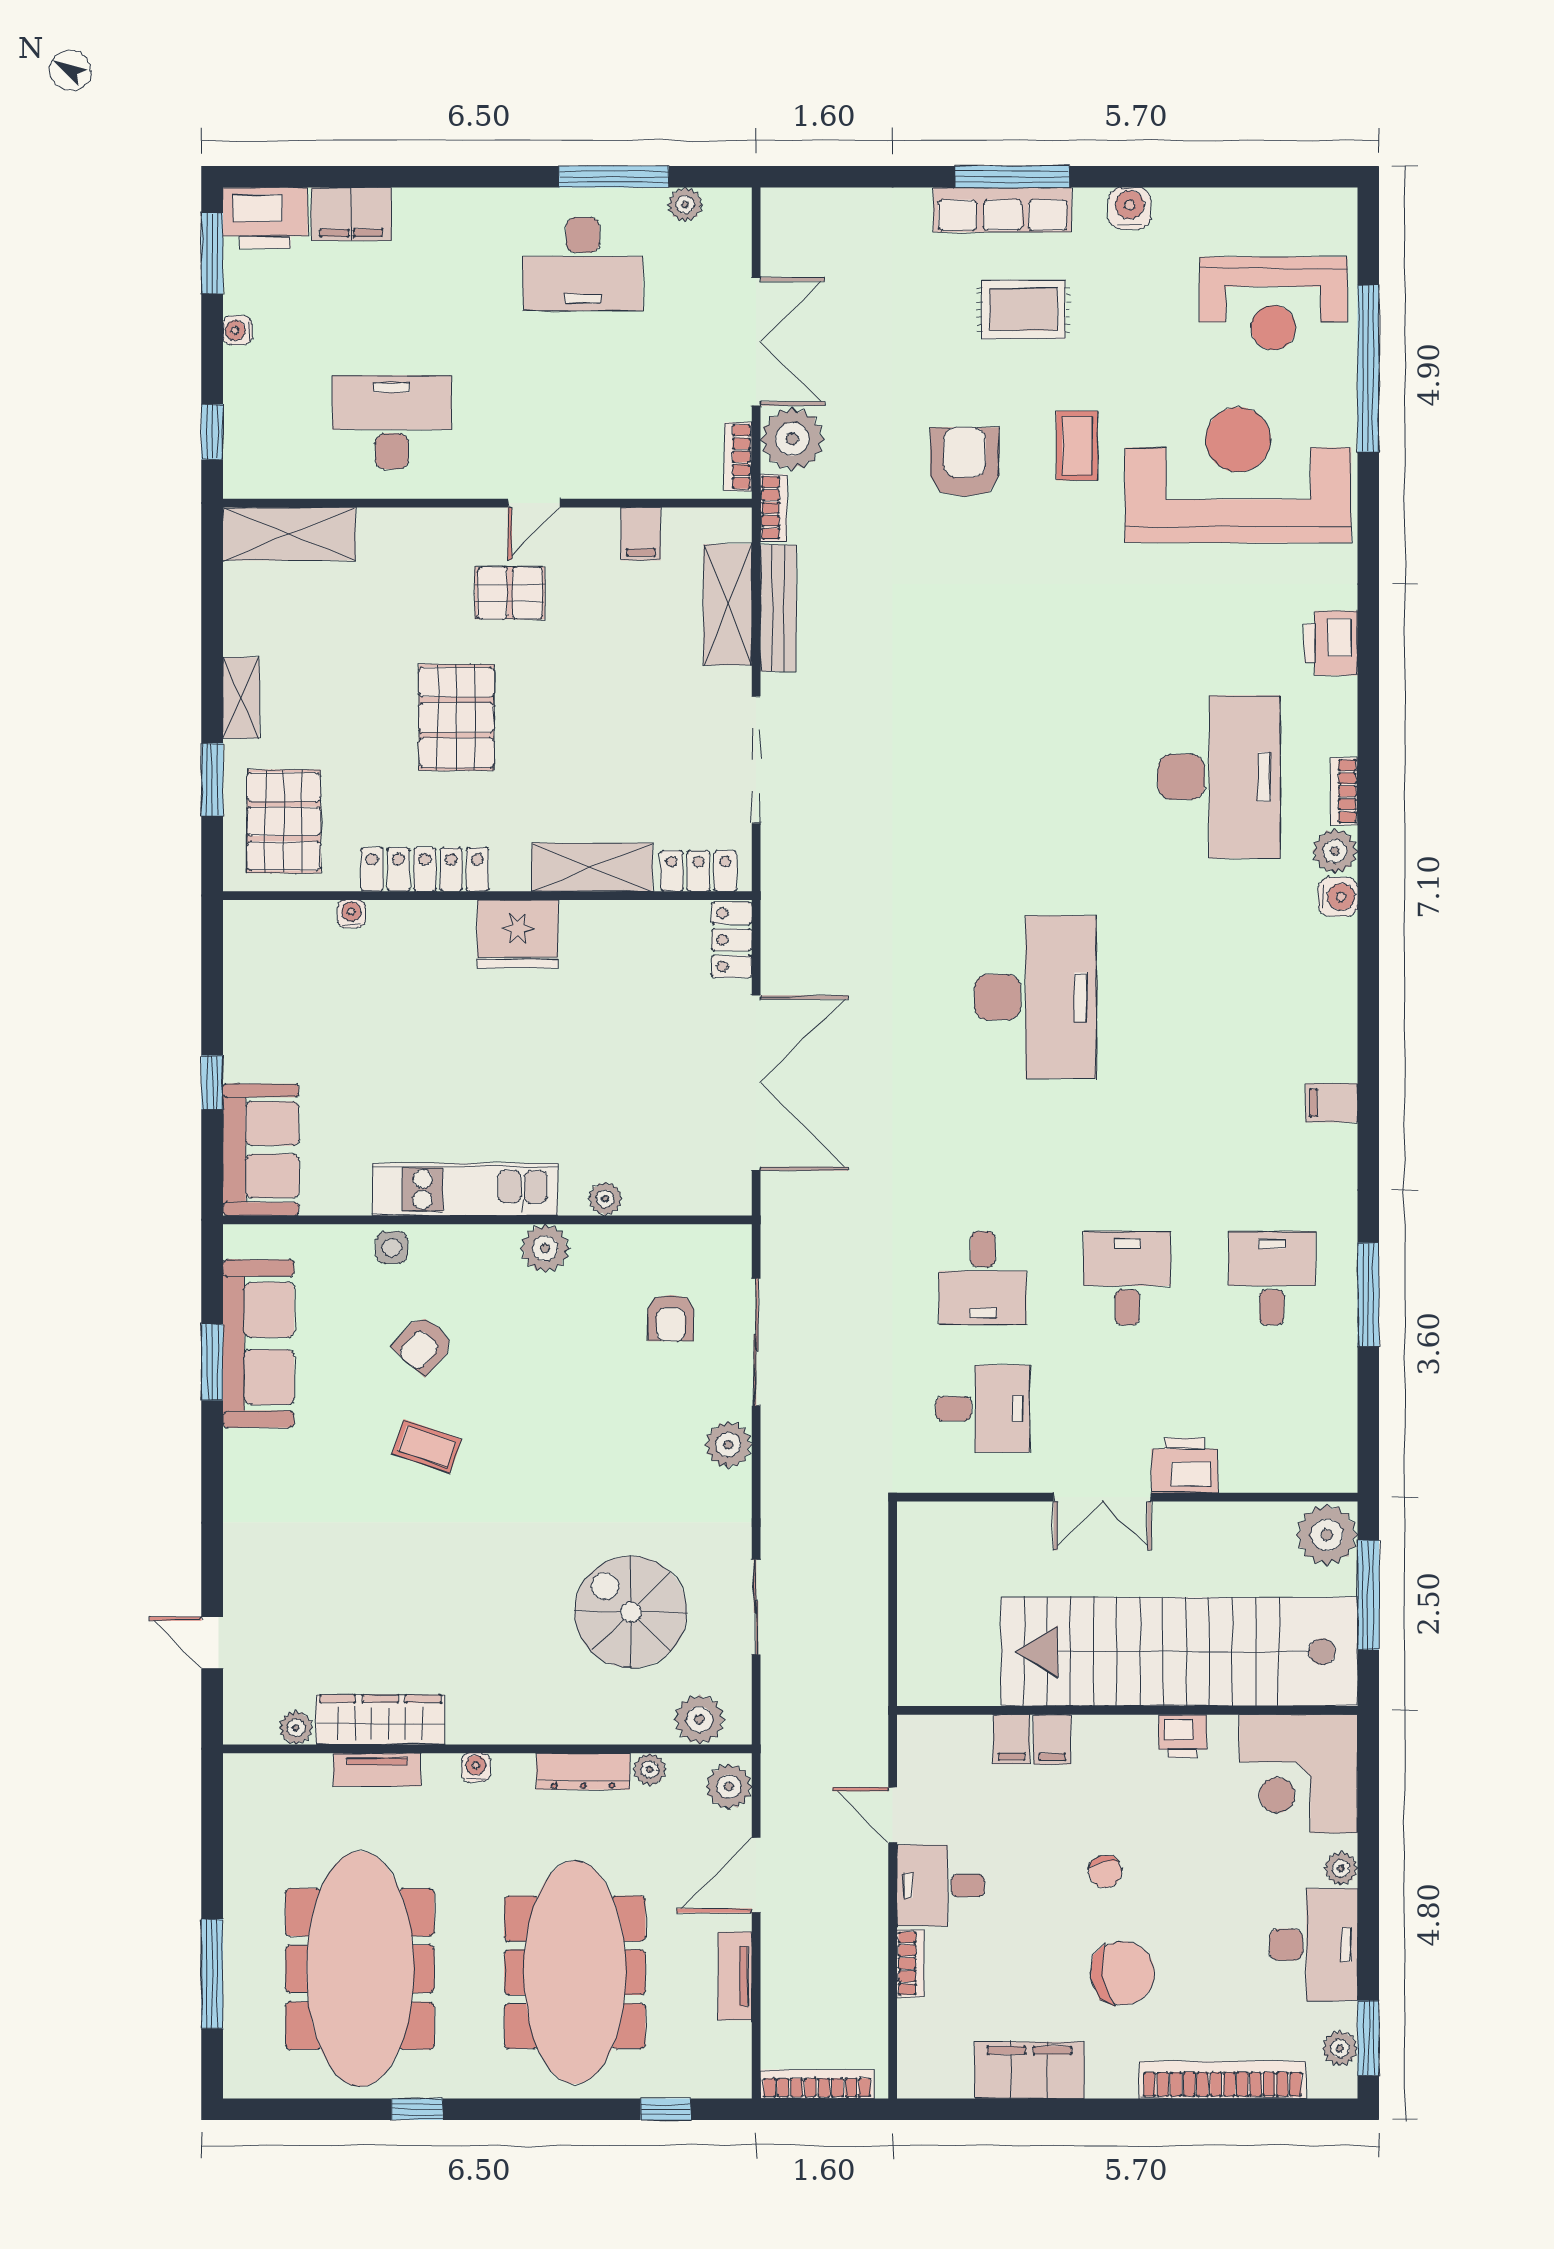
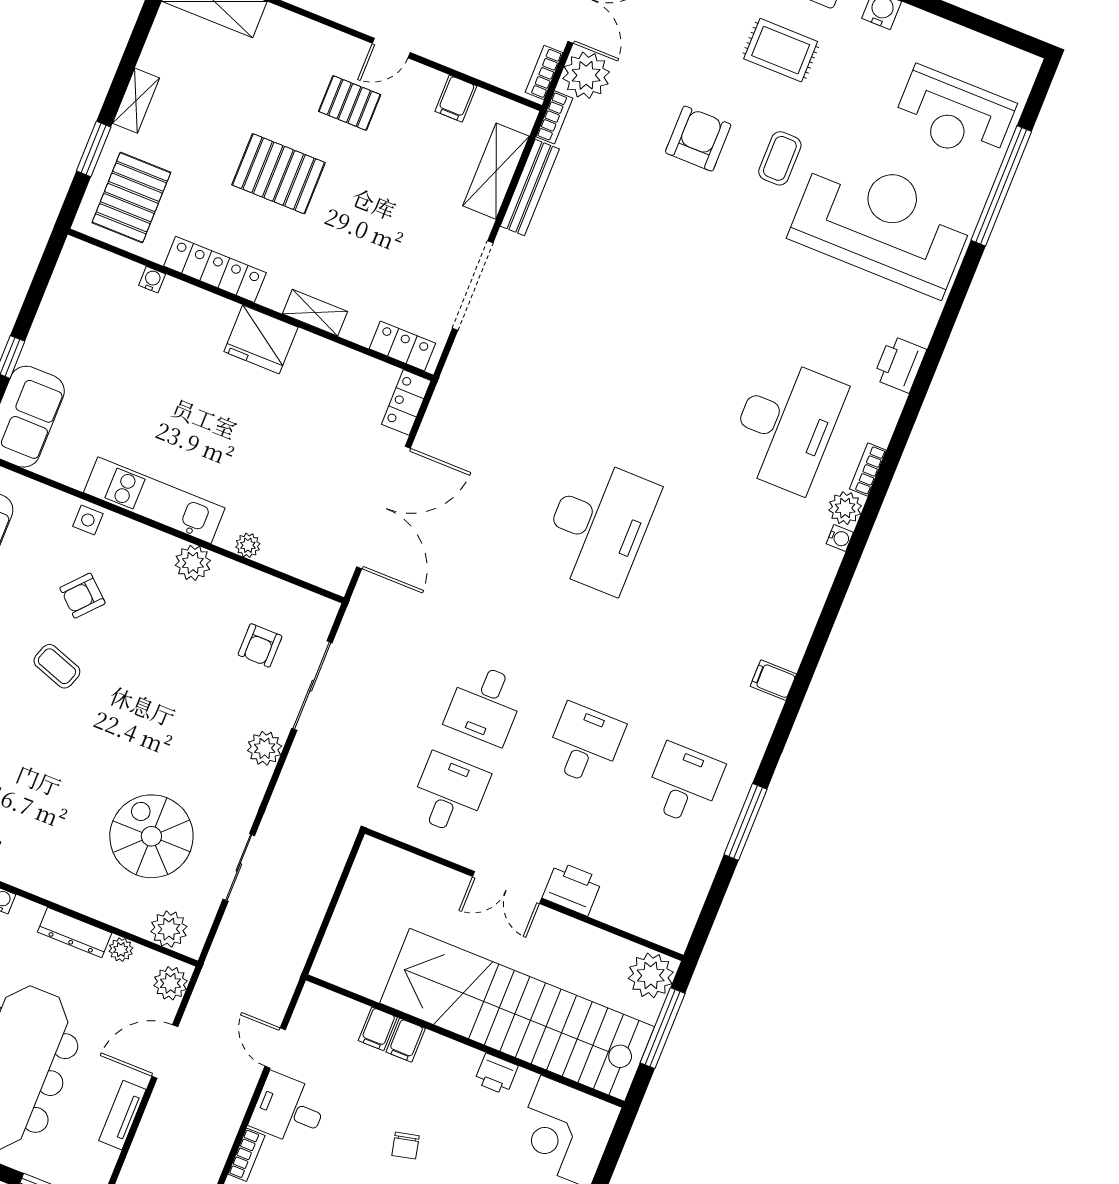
pallet: (456, 717) -> (279, 174), turned 90
shelving: (592, 867) -> (315, 313), width x0.67, depth x0.75
water cooler: (1338, 897) -> (840, 538), width x0.72, depth x0.72
desk: (983, 1409) -> (449, 794), turned -90

